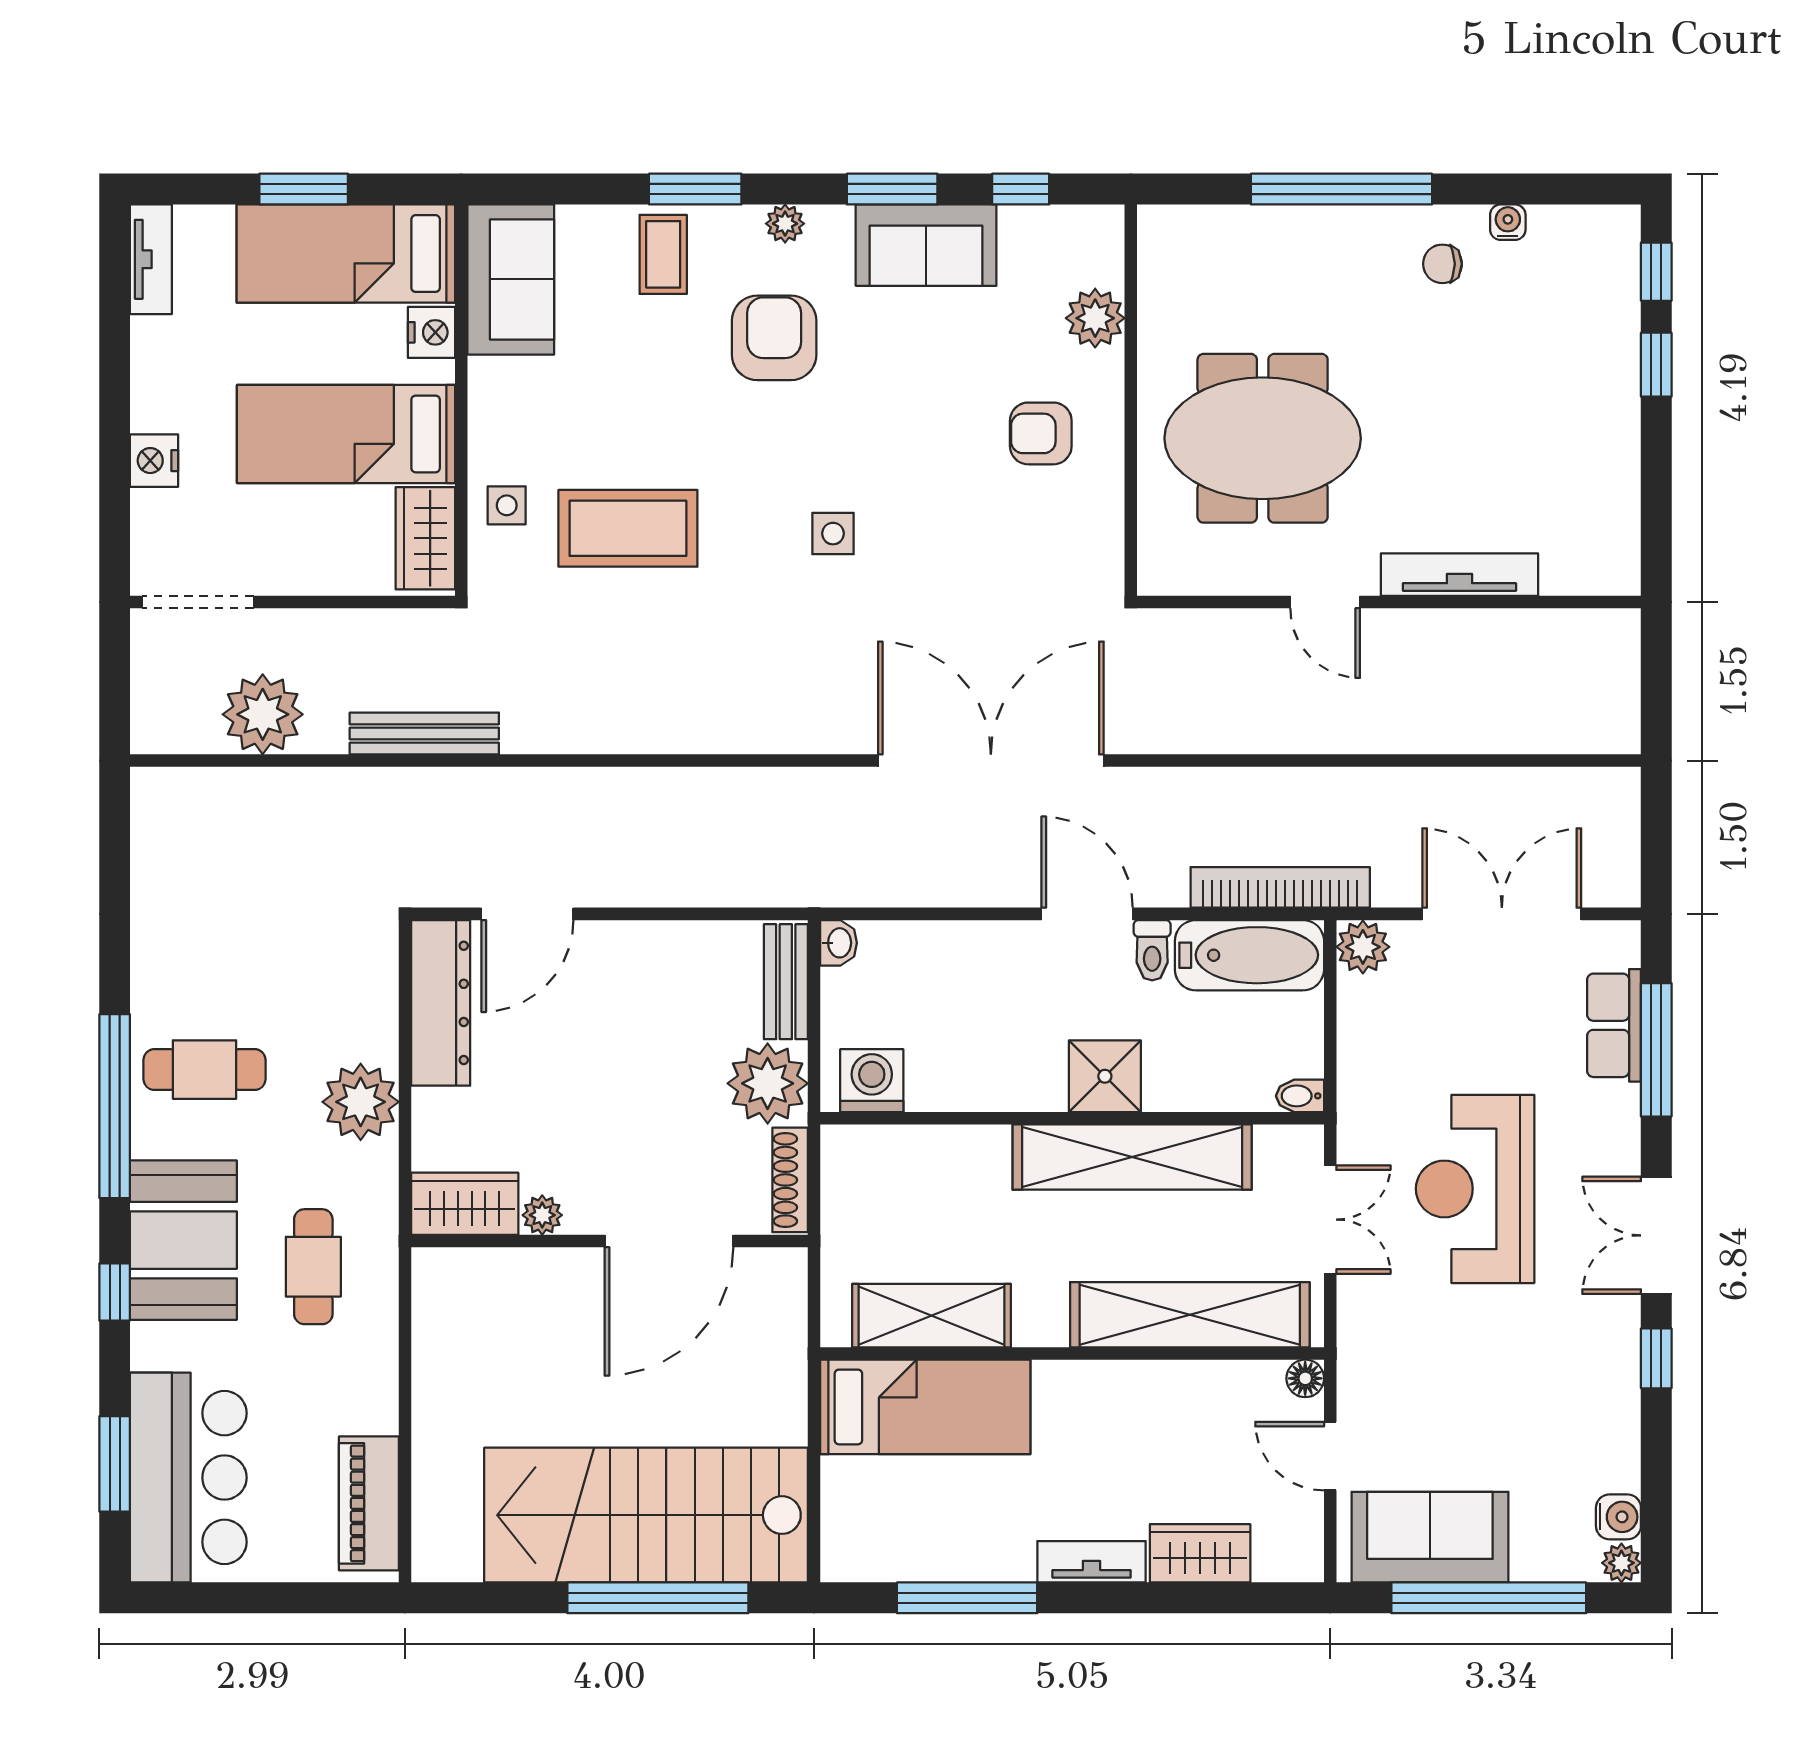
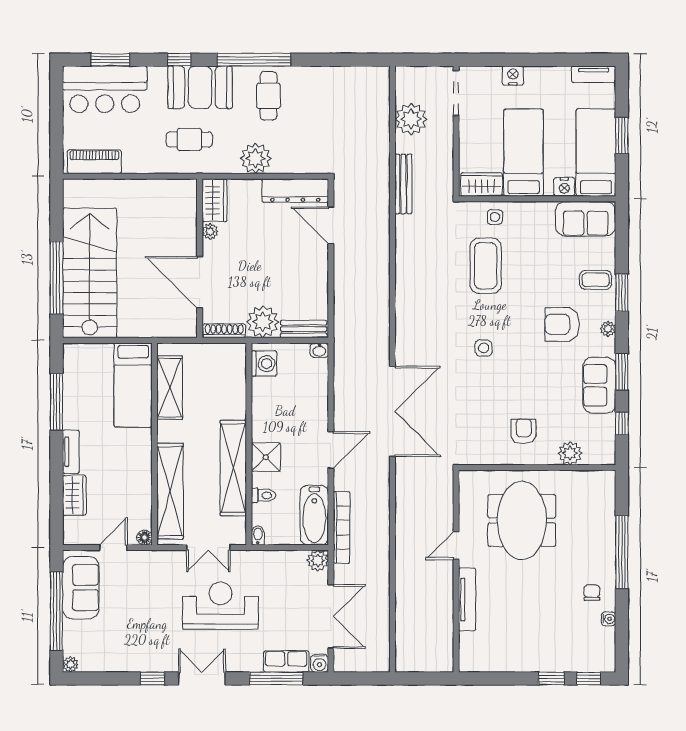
armchair: (774, 338) -> (562, 324), turned 180
toilet: (1152, 950) -> (263, 495), moved, turned 180
water cooler: (1618, 1517) -> (319, 663), moved

